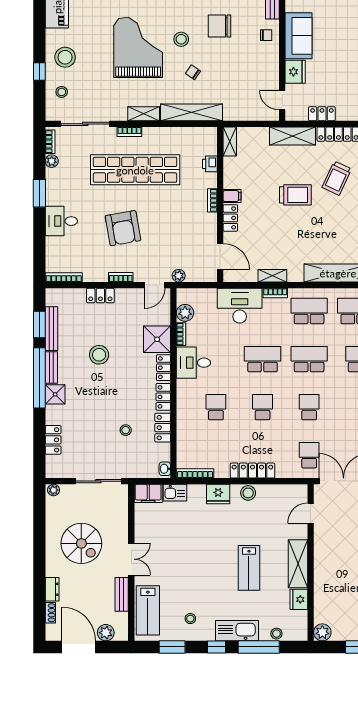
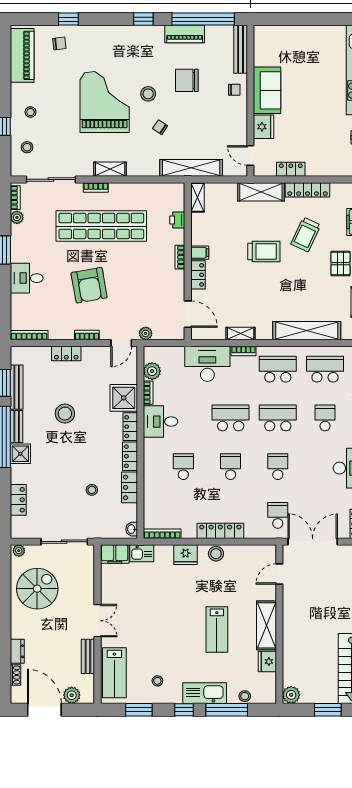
stool: (65, 57) -> (30, 112), width x0.53, depth x0.53
shelving: (191, 112) -> (191, 168), moved
spiral stairs: (81, 543) -> (37, 589), moved, turned -90

